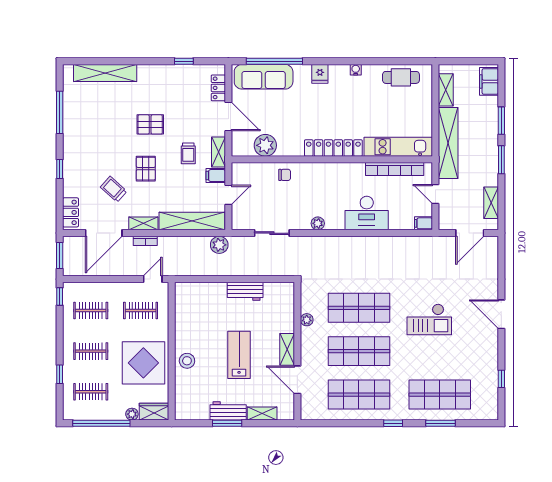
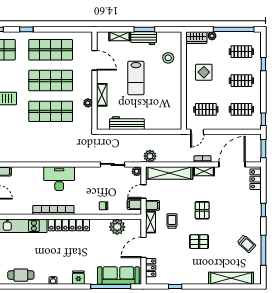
door: (228, 116) -> (143, 247), hinge flipped
bookcase: (395, 169) -> (53, 210), moved
filing cabinet: (241, 177) -> (134, 204), added
trolley: (114, 189) -> (246, 244), moved
desk: (367, 213) -> (59, 179), moved
plant: (318, 223) -> (137, 171), moved
workbench: (245, 291) -> (127, 123), width x1.38
shelving: (287, 349) -> (102, 95), moved
stool: (187, 361) -> (168, 58), moved
display table: (143, 363) -> (204, 72), width x0.54, depth x0.54

